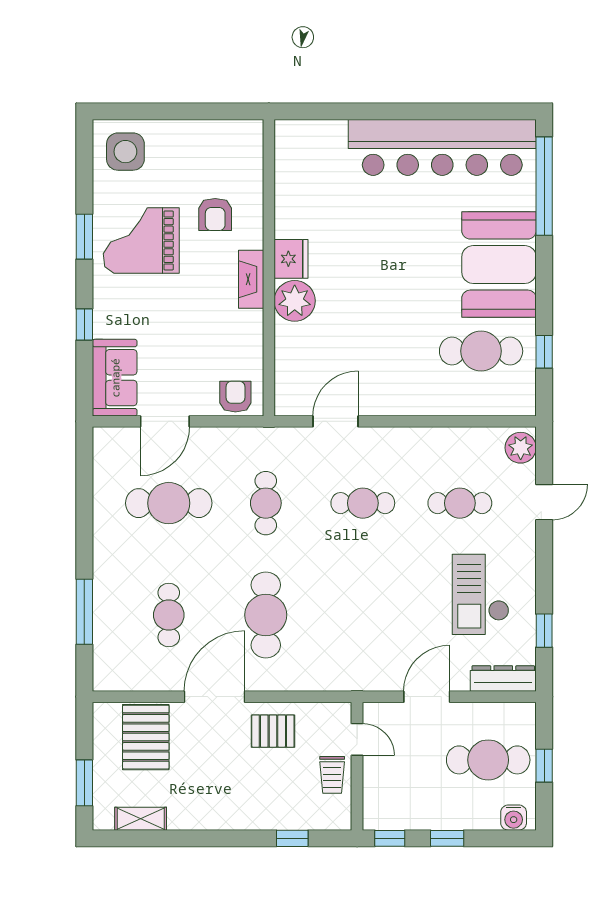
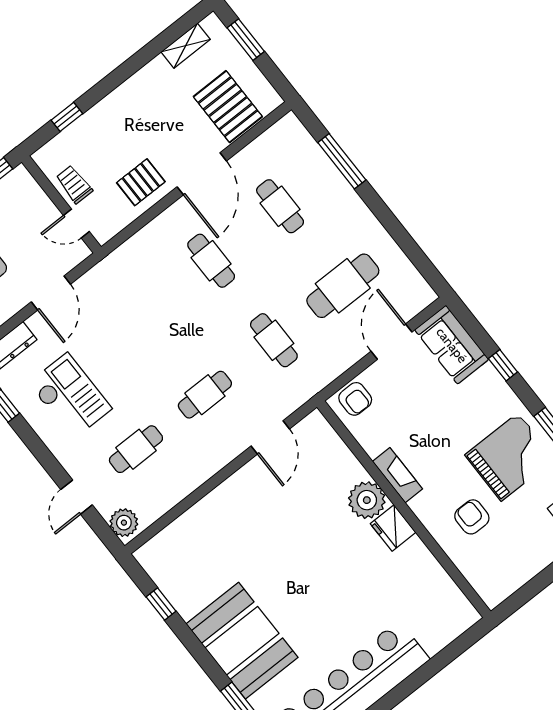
fireplace: (251, 279) -> (397, 475), moved
cafe table: (481, 351) -> (206, 569), removed
cafe table: (266, 615) -> (211, 261), width x0.73, depth x0.74

